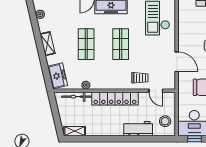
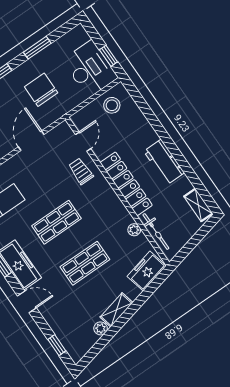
plant: (40, 14) -> (101, 328), moved
workbench: (138, 129) -> (164, 162), moved

